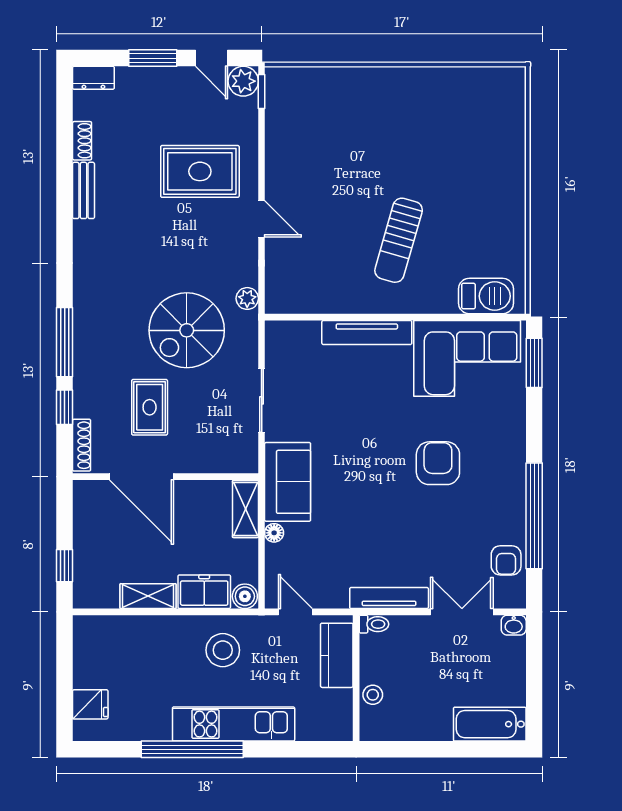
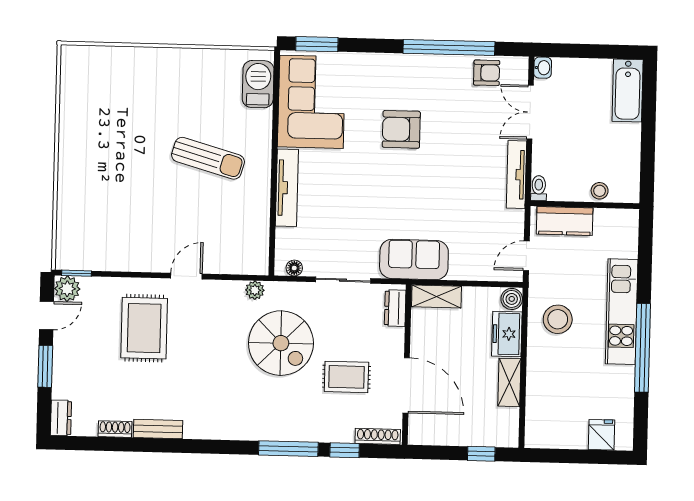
dresser: (231, 462) -> (395, 308), added
door: (142, 477) -> (406, 385), hinge flipped
floor lamp: (274, 533) -> (294, 268), moved

